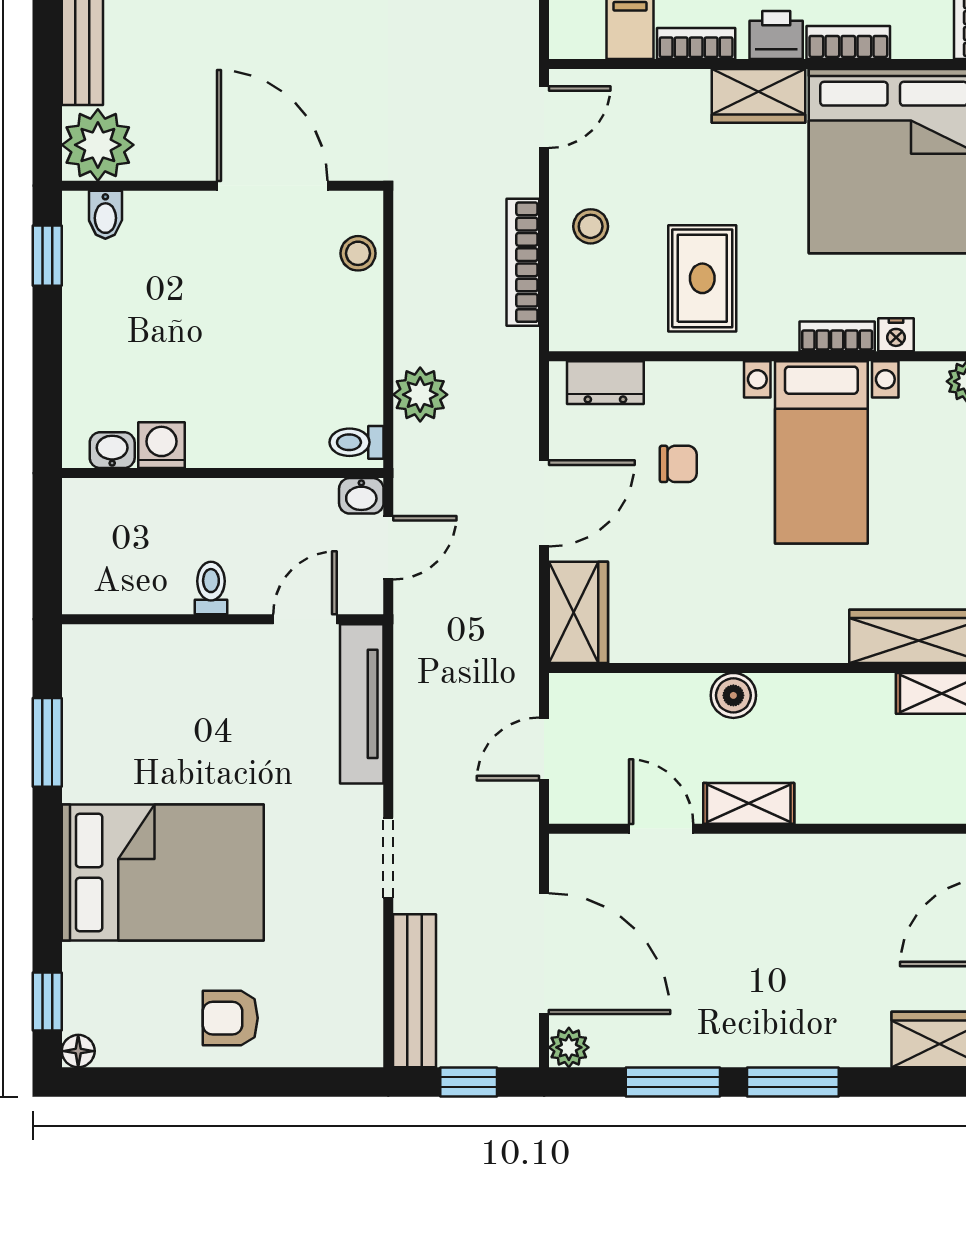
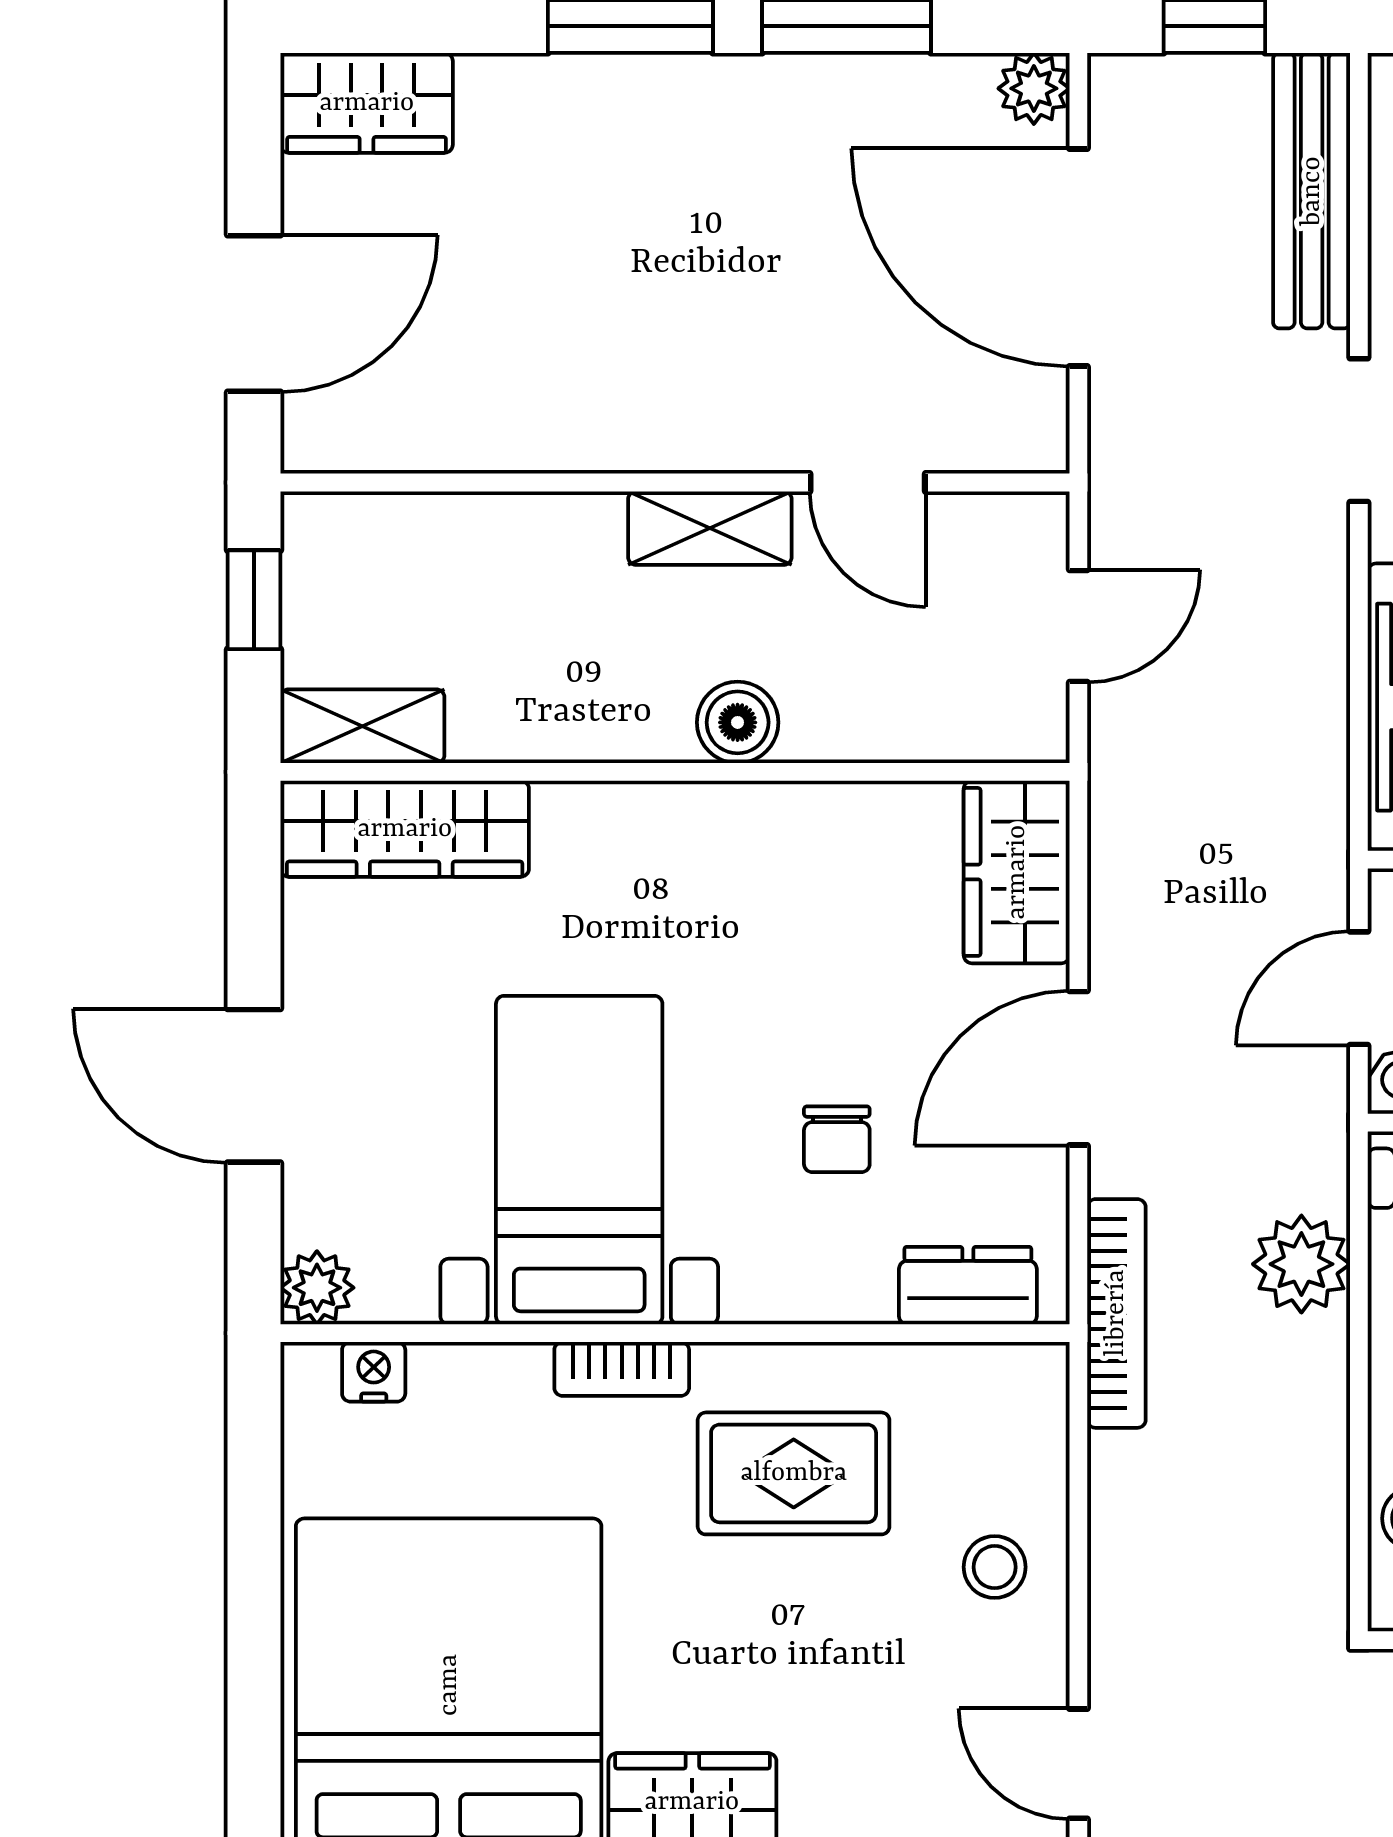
door: (544, 117) -> (1078, 1764), hinge flipped
bookcase: (523, 262) -> (1116, 1313), moved
rug: (702, 278) -> (794, 1473), turned 90
nightstand: (896, 335) -> (374, 1372), moved
bookcase: (837, 336) -> (622, 1369), moved
chair: (678, 464) -> (837, 1139), turned -90

